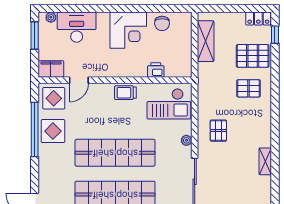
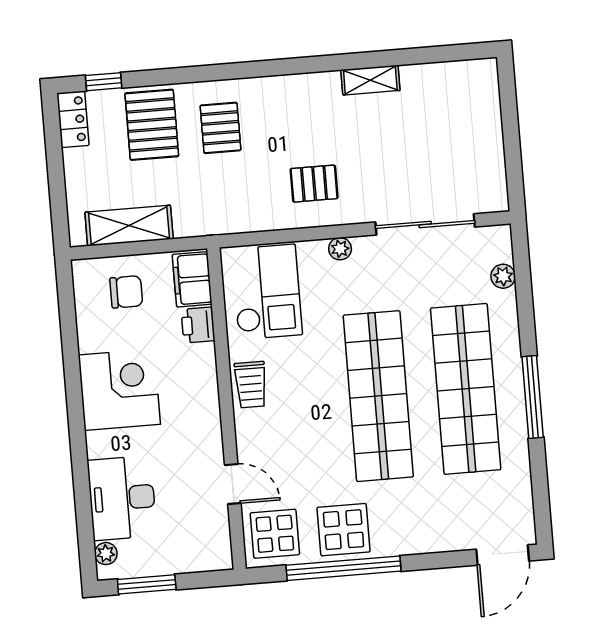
chair: (162, 23) -> (126, 292), moved
filing cabinet: (51, 69) -> (192, 279), moved

